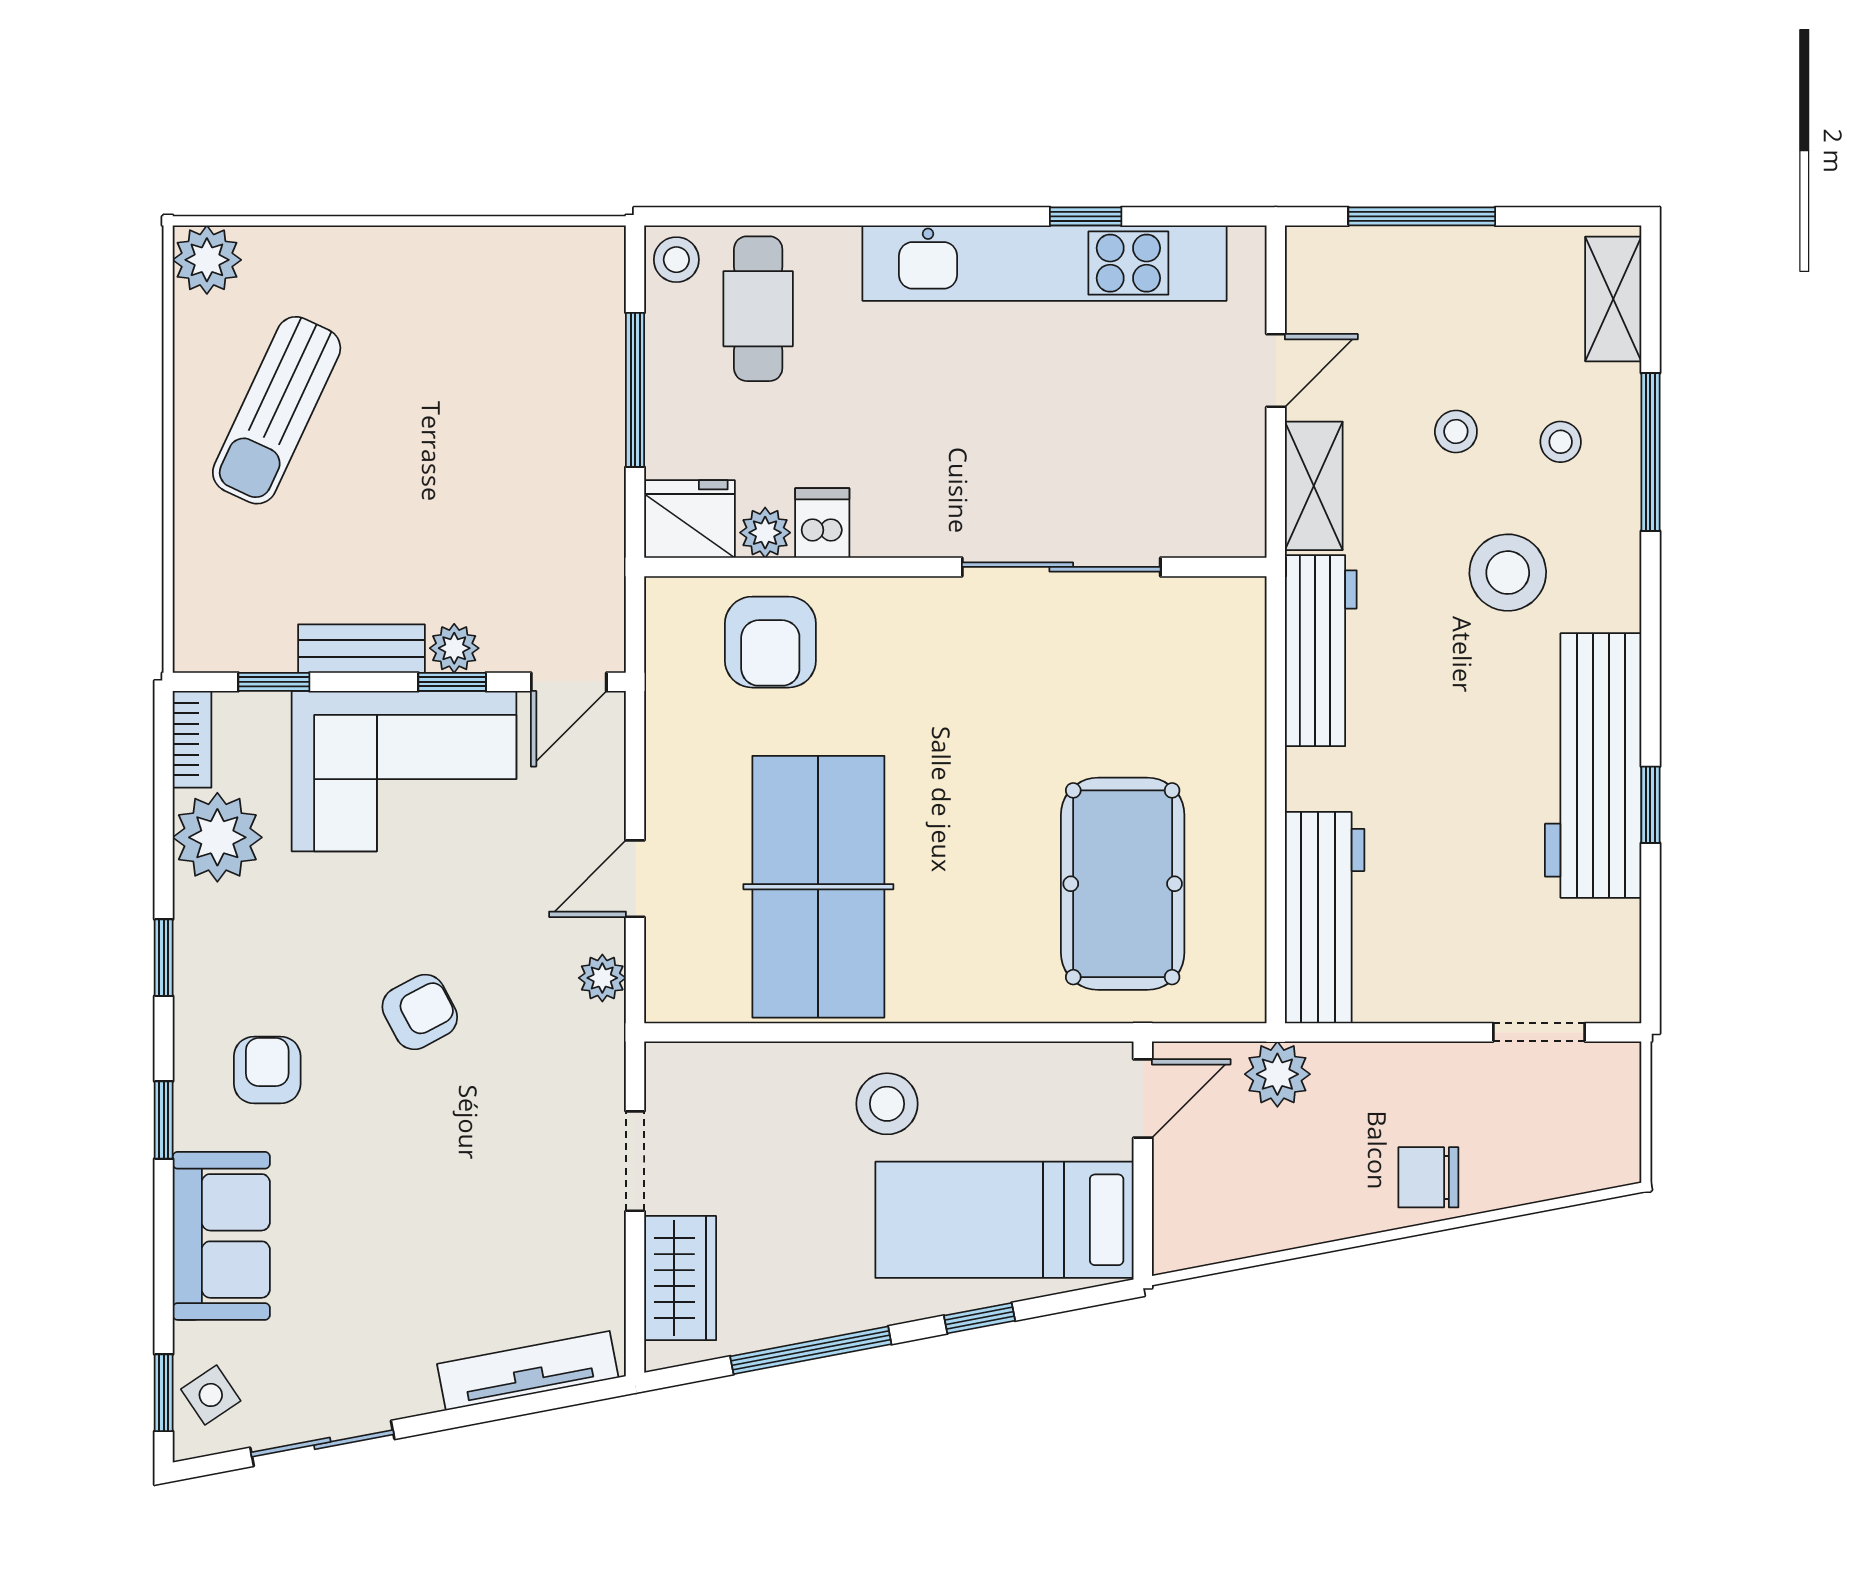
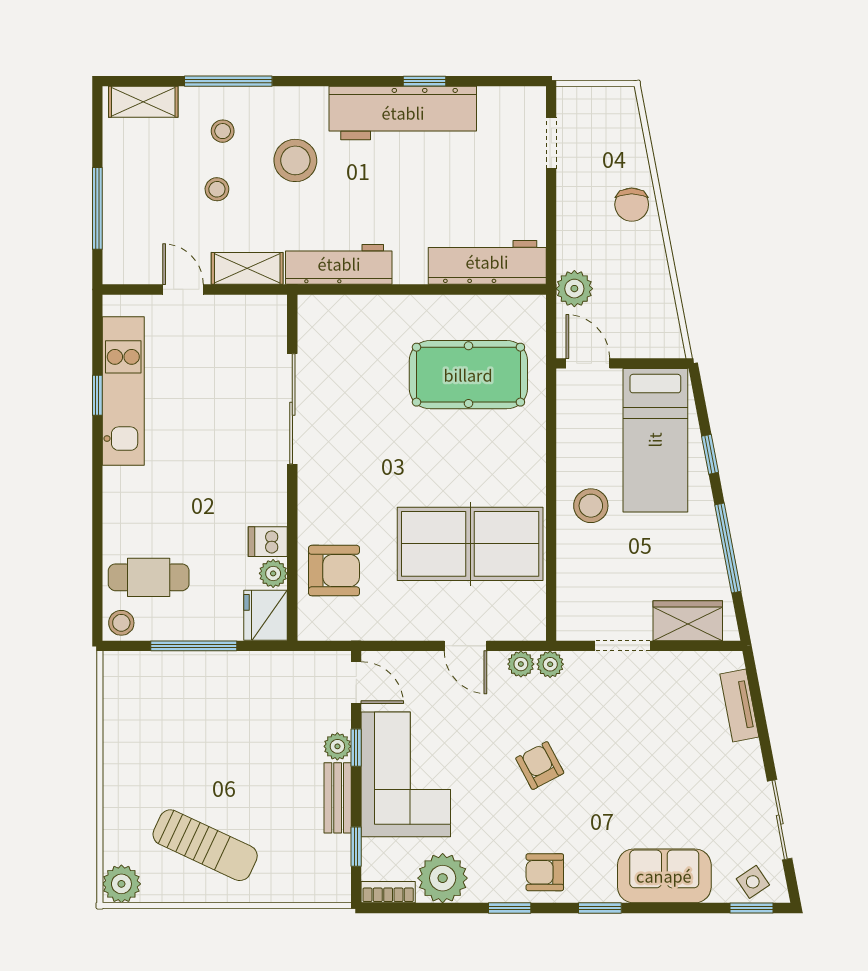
kitchen unit: (1045, 263) -> (123, 391), width x0.73
plant: (602, 1031) -> (550, 664), added
armchair: (267, 1070) -> (545, 872), moved
tv unit: (528, 1371) -> (739, 705), width x0.71

